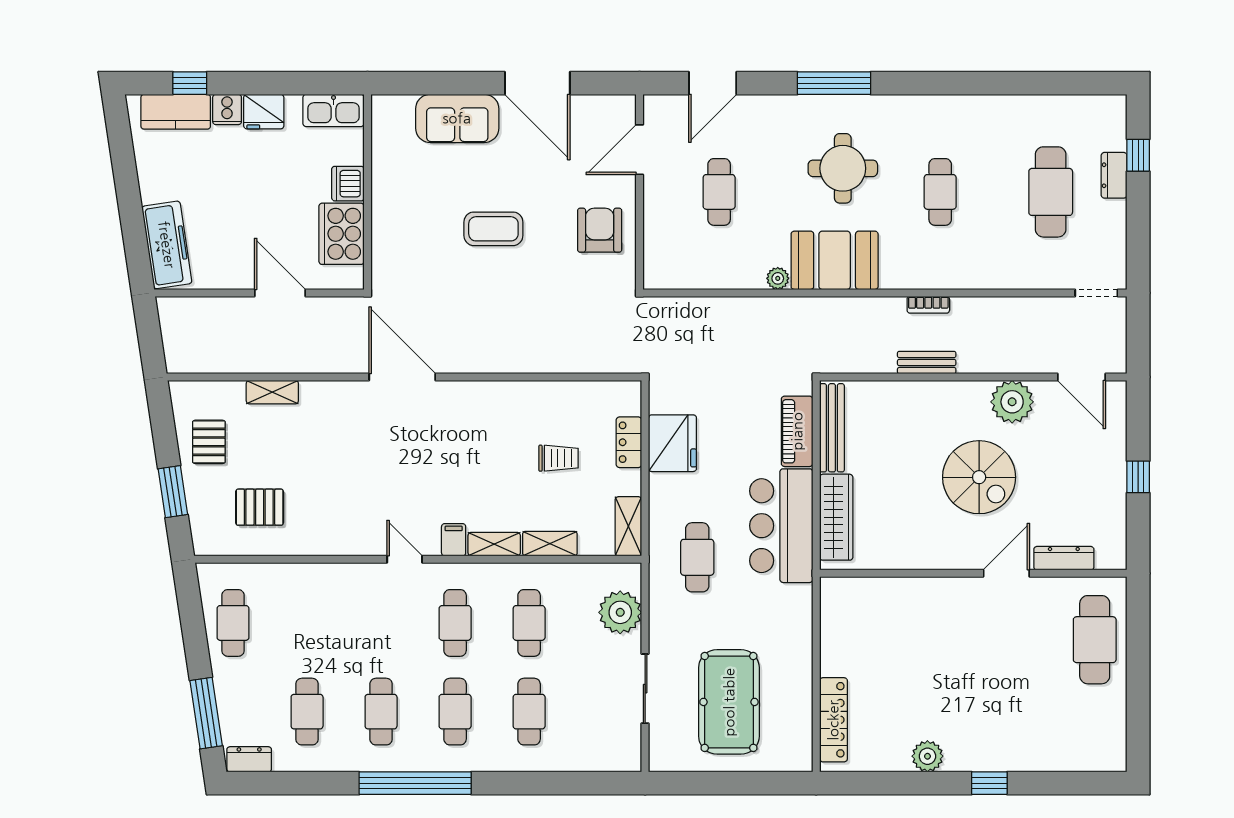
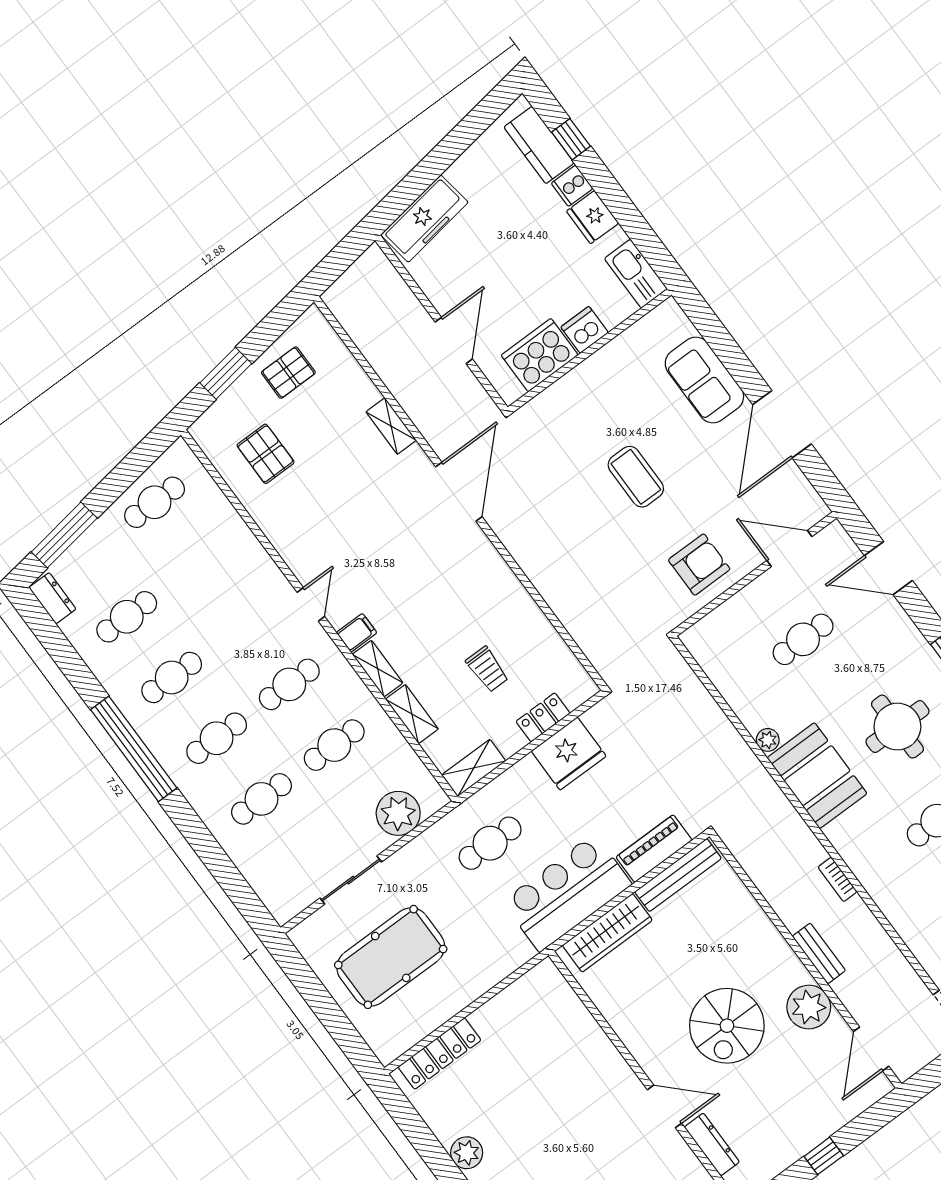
bench: (927, 363) -> (819, 953), moved
shelving: (272, 392) -> (391, 426), moved

